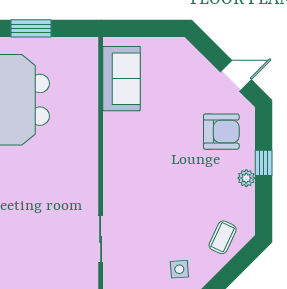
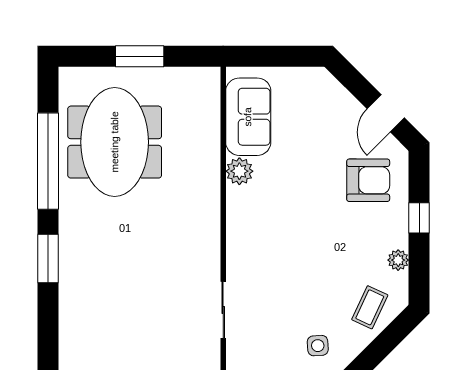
door: (236, 76) -> (386, 113), swing flipped
plant: (114, 124) -> (239, 171), added
plant: (246, 178) -> (398, 260), moved

